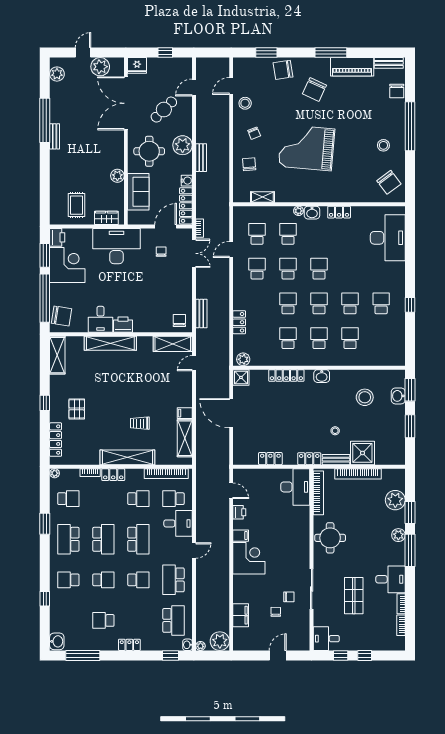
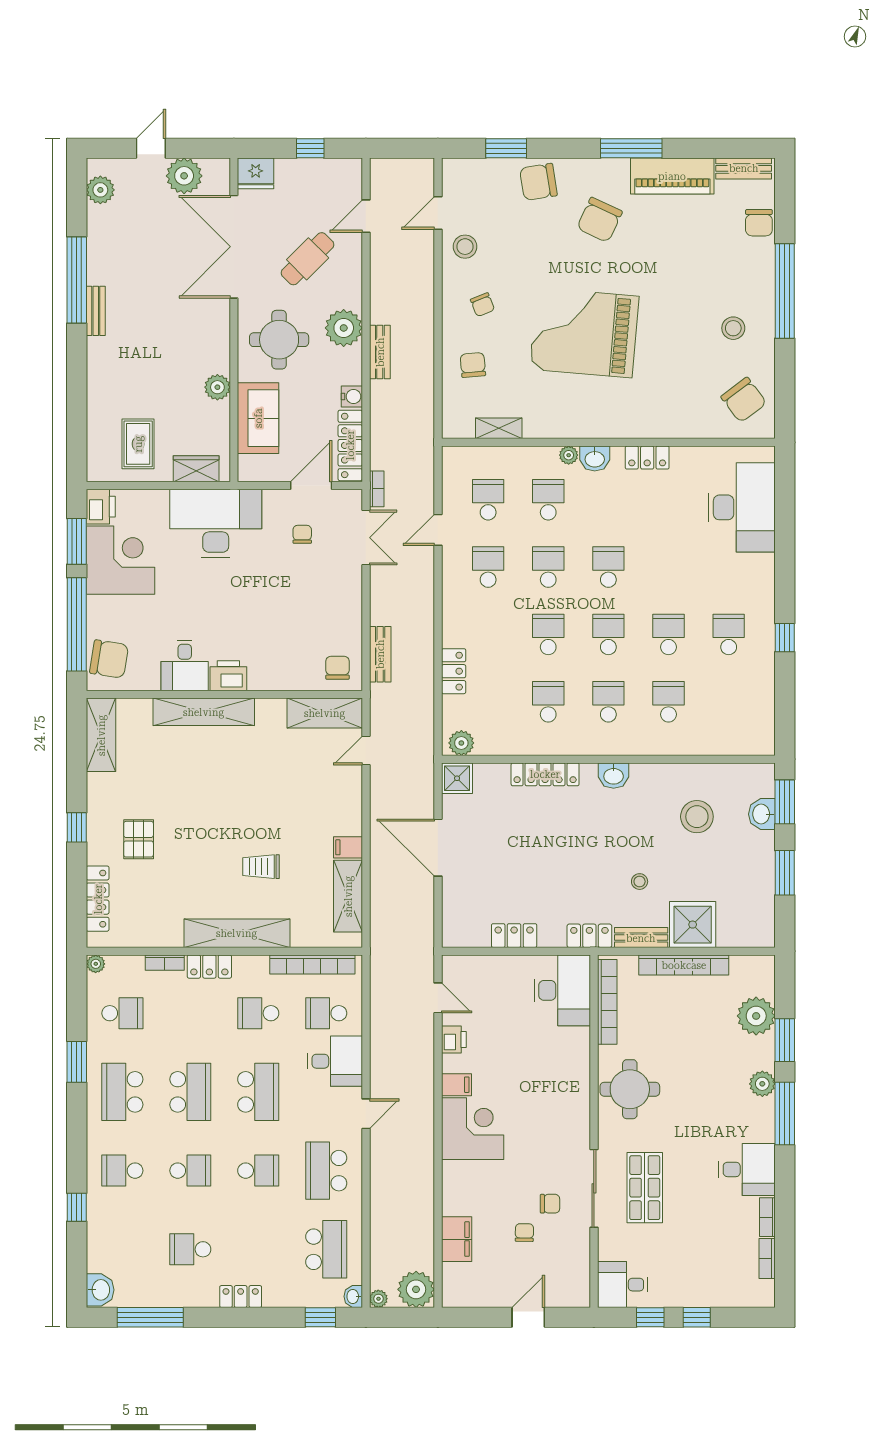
school desk: (138, 499) -> (258, 1013), turned 180
shop shelf: (354, 596) -> (645, 1188), moved

